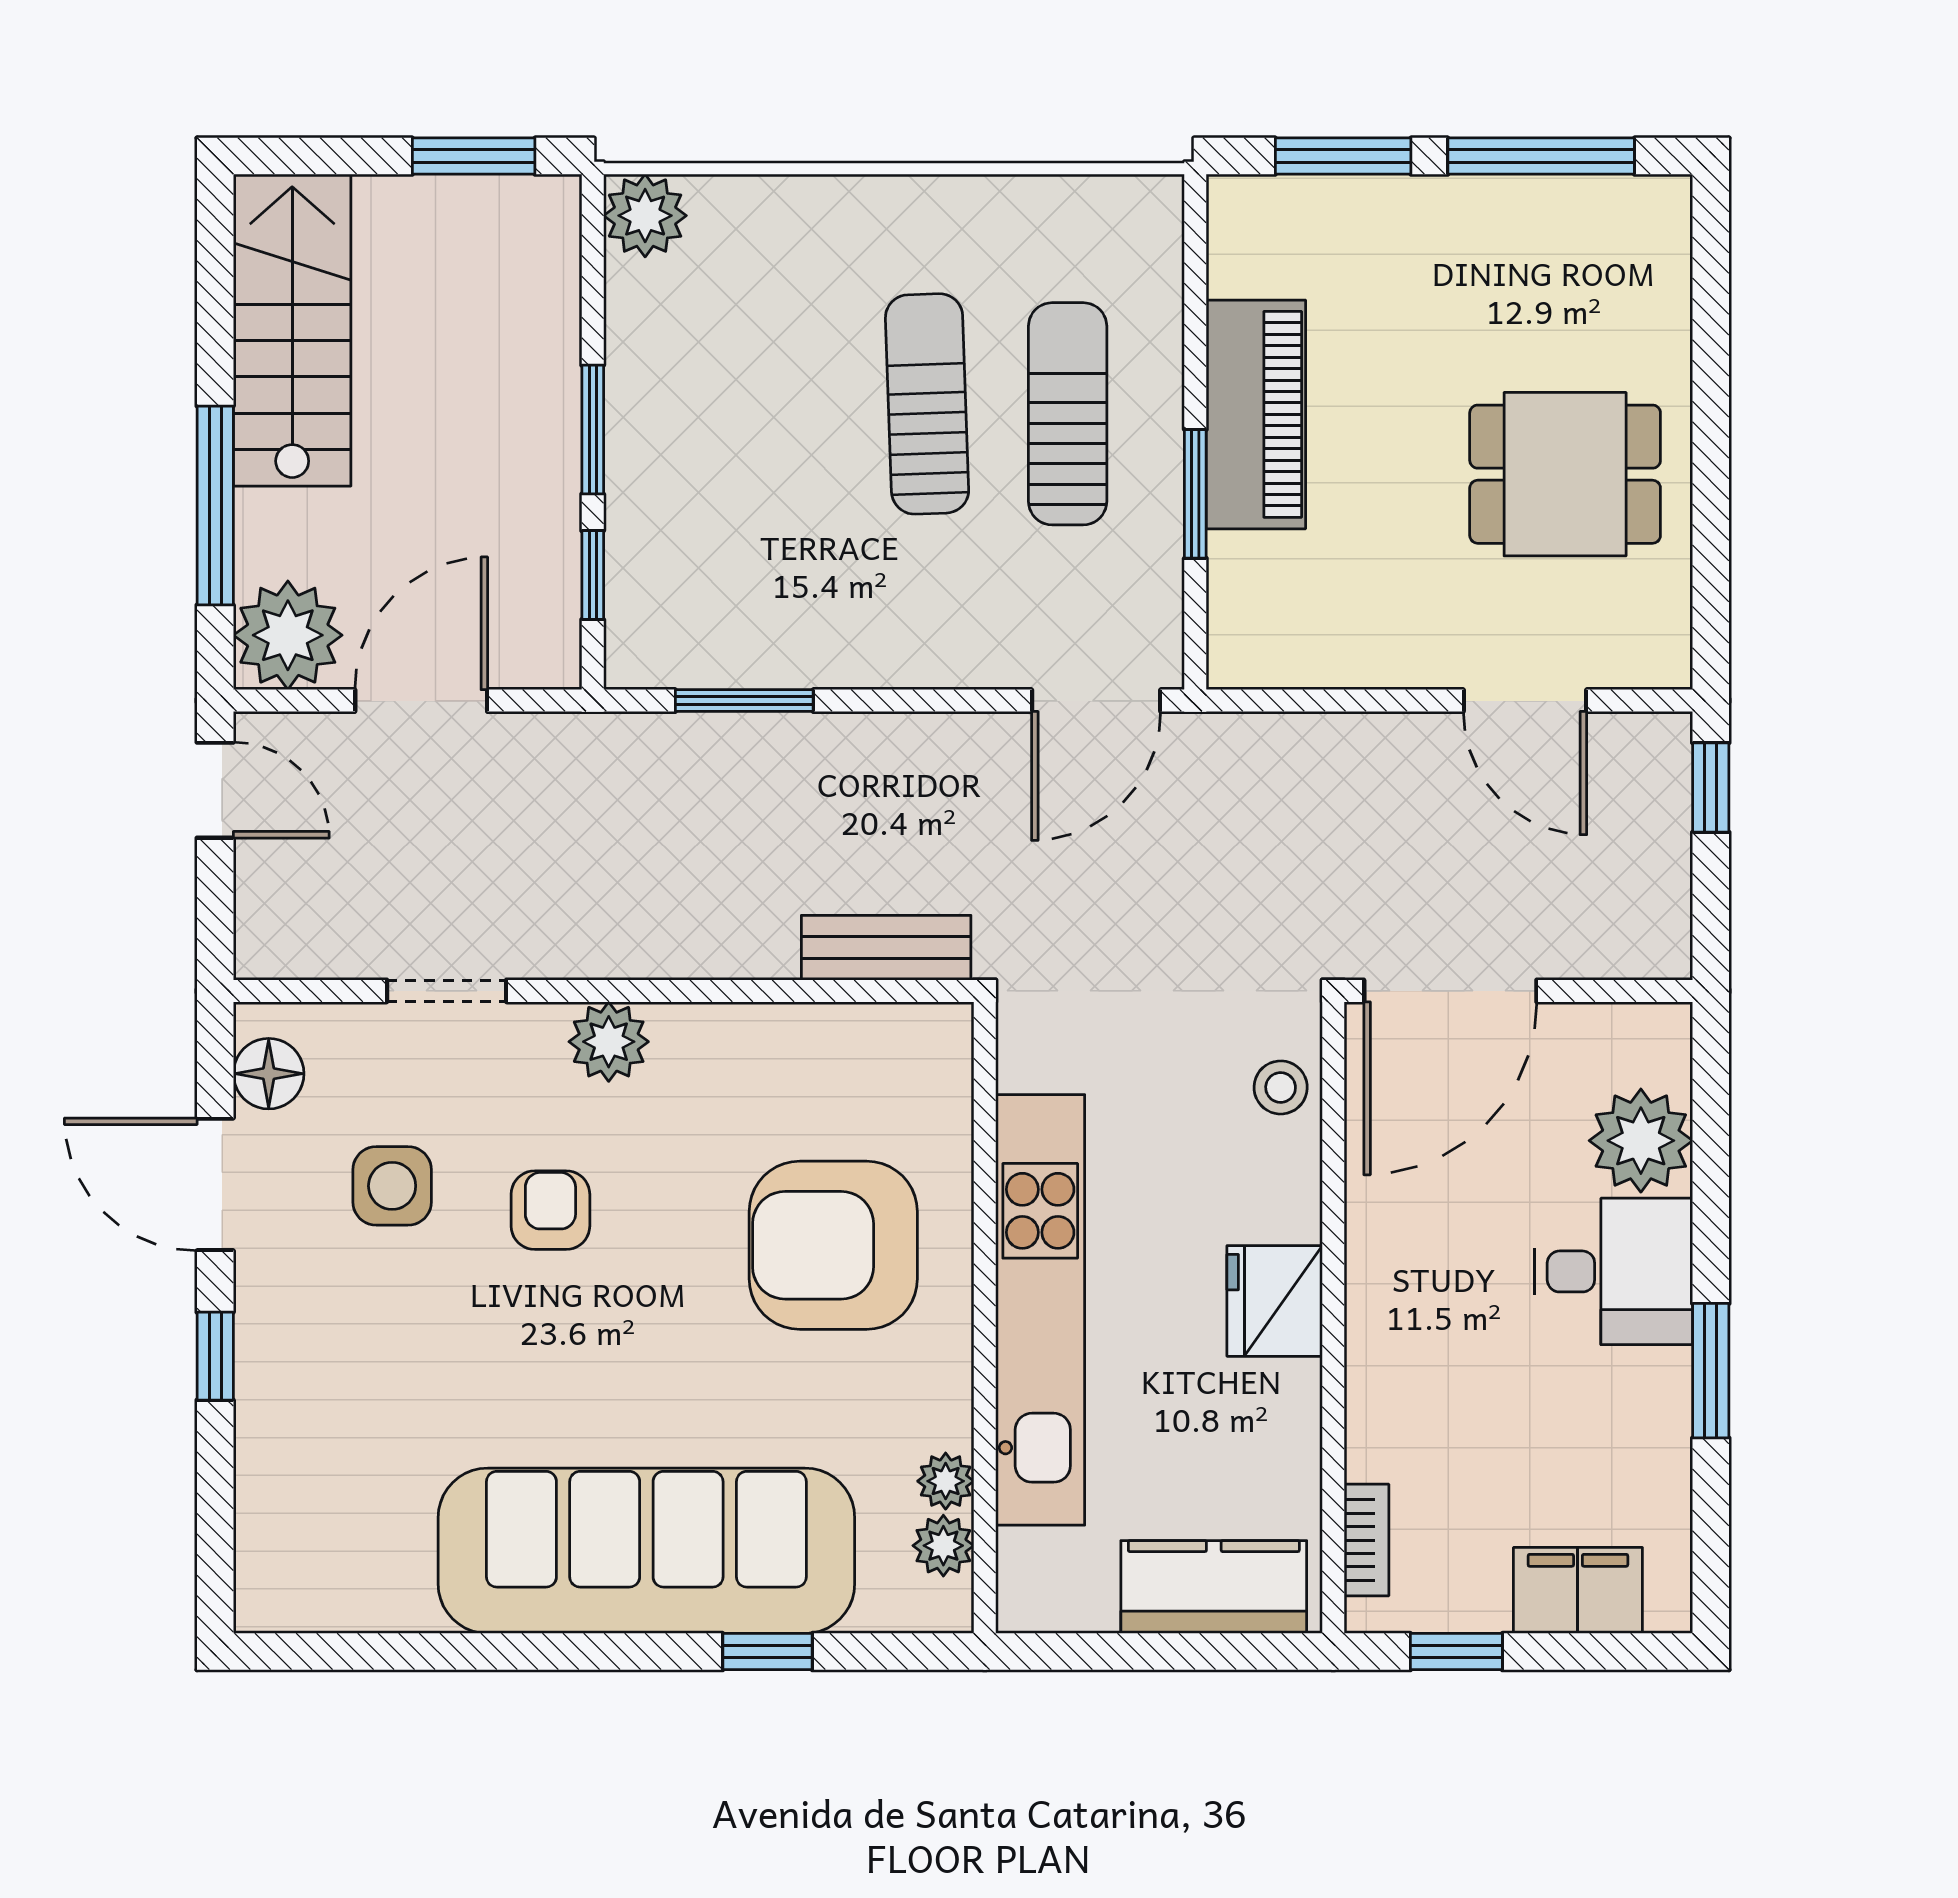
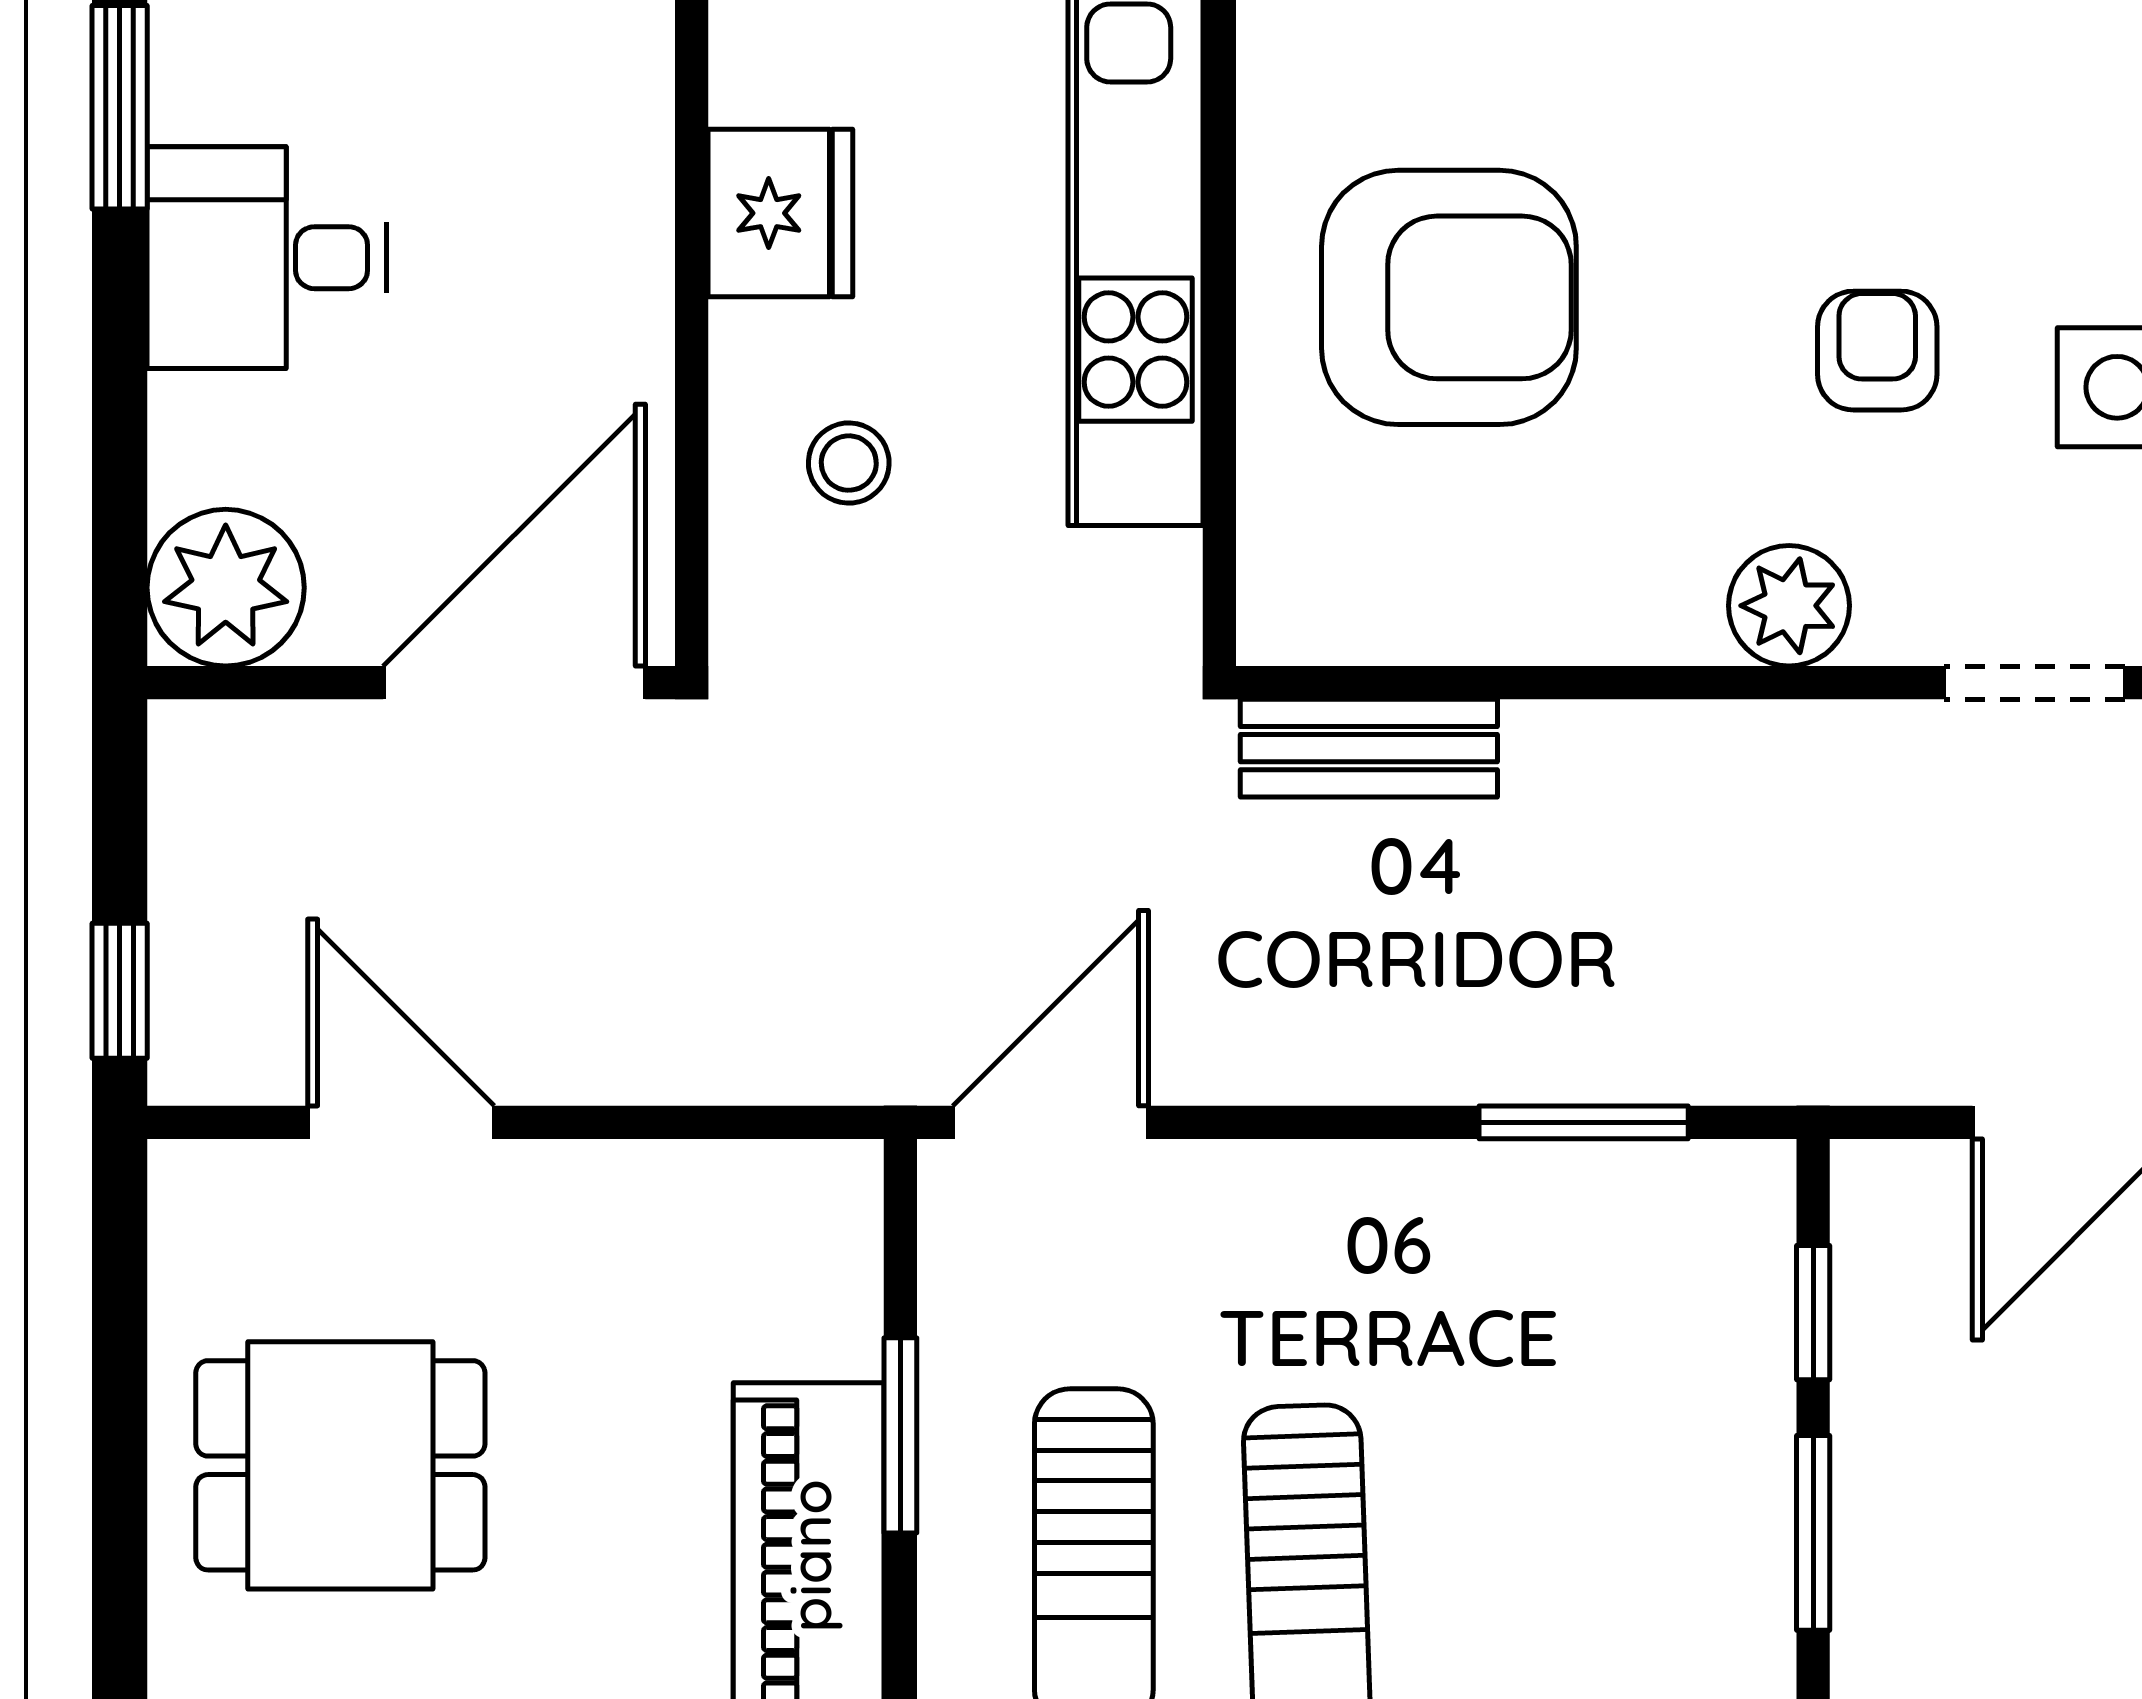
stool: (1281, 1087) -> (849, 463), moved
plant: (1641, 1141) -> (226, 588), moved
armchair: (550, 1210) -> (1877, 351), turned 180

